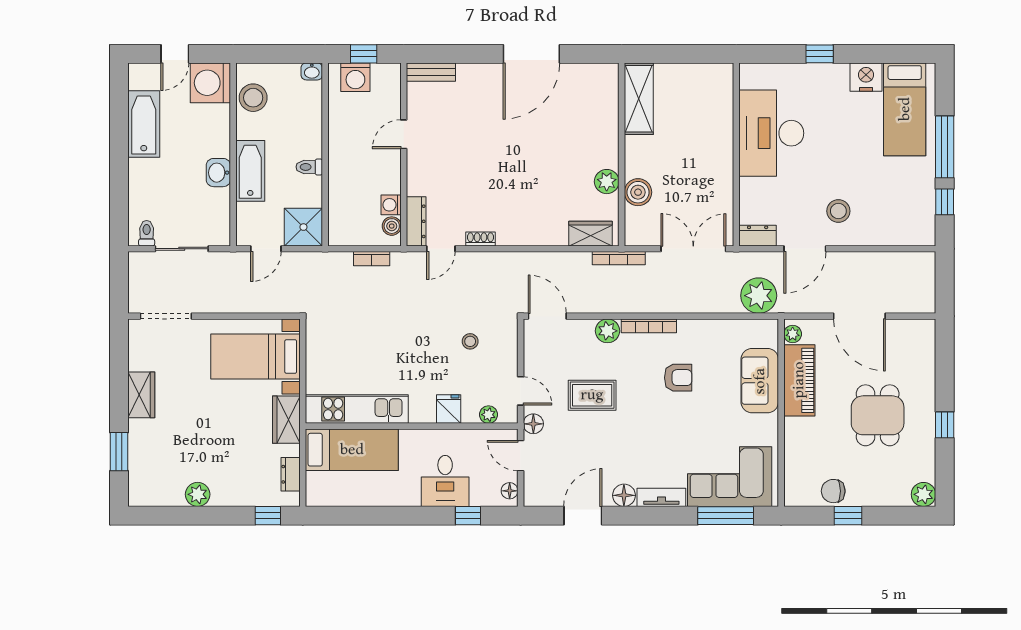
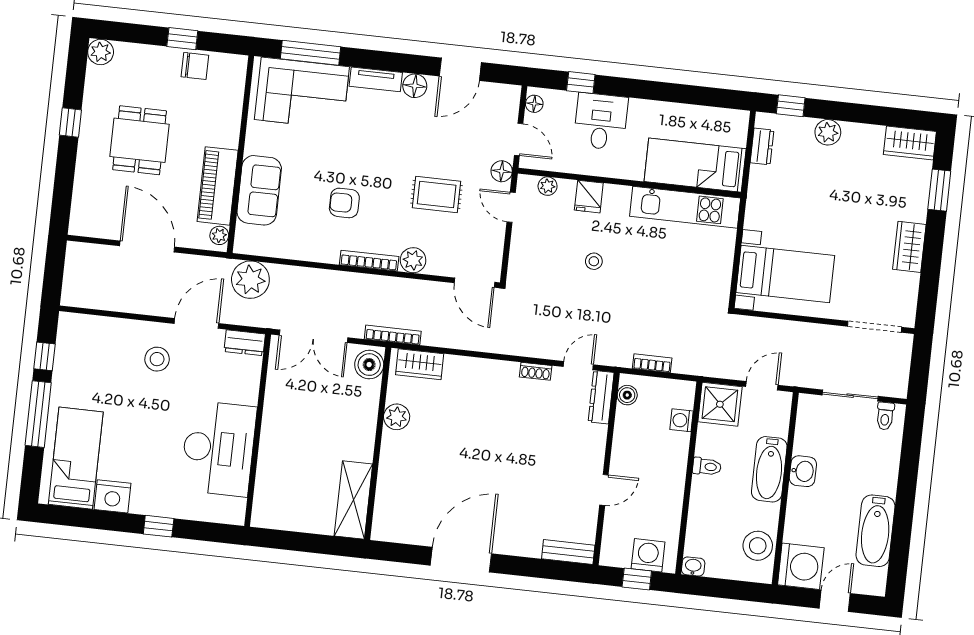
boiler: (638, 192) -> (369, 365), moved
washing machine: (391, 205) -> (682, 420), moved, turned 180
stool: (470, 341) -> (594, 261), moved
wardrobe: (286, 420) -> (910, 143), moved, turned 90
plant: (198, 494) -> (828, 132), moved

